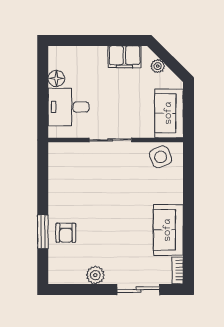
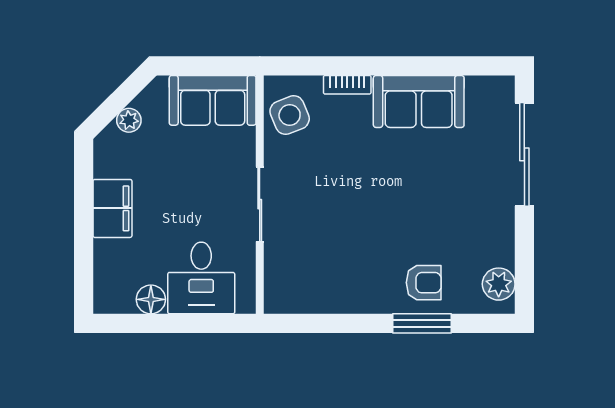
filing cabinet: (125, 57) -> (112, 208), moved
bookcase: (178, 270) -> (347, 85), moved
plant: (95, 275) -> (499, 284), moved
sliding door: (138, 290) -> (524, 154), width x1.37

